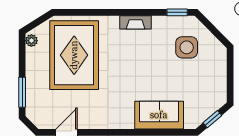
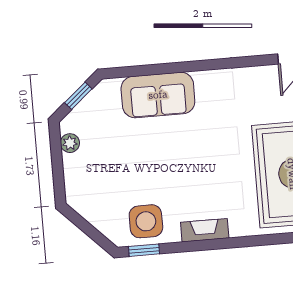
side table: (187, 47) -> (146, 221), moved
plant: (221, 88) -> (70, 143), added

